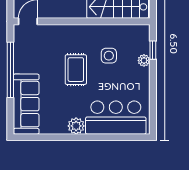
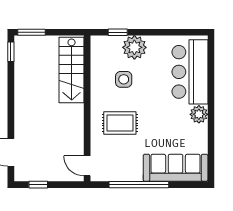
plant: (144, 60) -> (134, 47), width x1.87, depth x1.87
rug: (76, 70) -> (120, 123), moved

